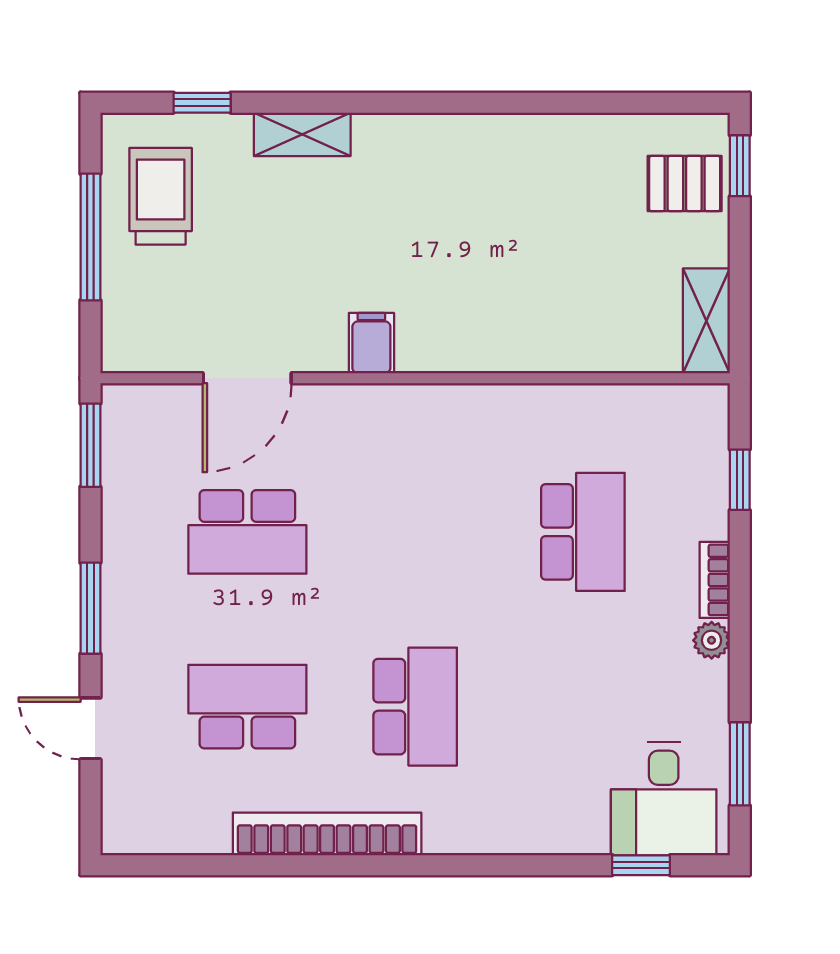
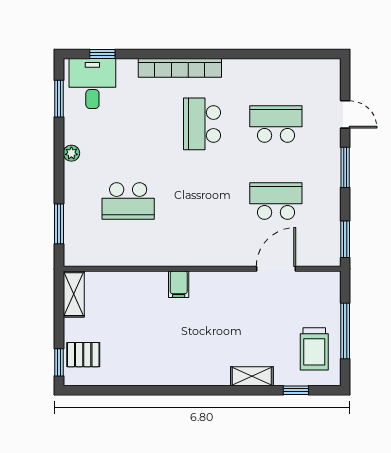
filing cabinet: (371, 343) -> (179, 284), moved
window: (740, 480) -> (59, 224), width x1.50
school desk: (583, 532) -> (128, 201), turned -90
bookcase: (715, 580) -> (70, 180), removed
school desk: (247, 707) -> (276, 124), turned 180
bookcase: (327, 834) -> (180, 68), moved

